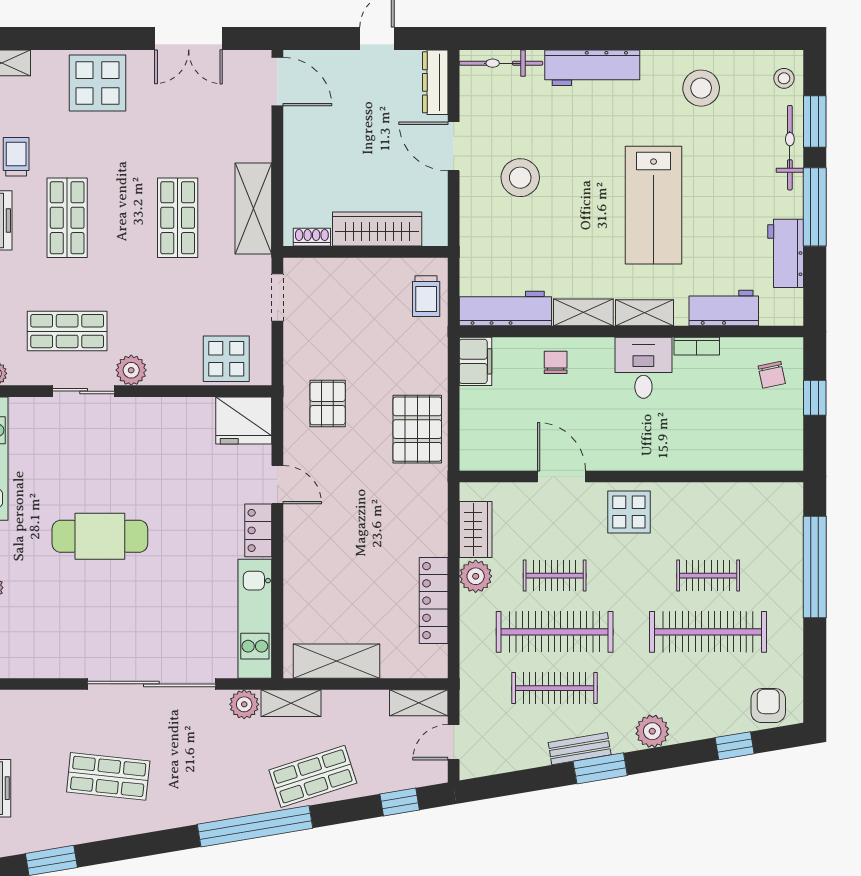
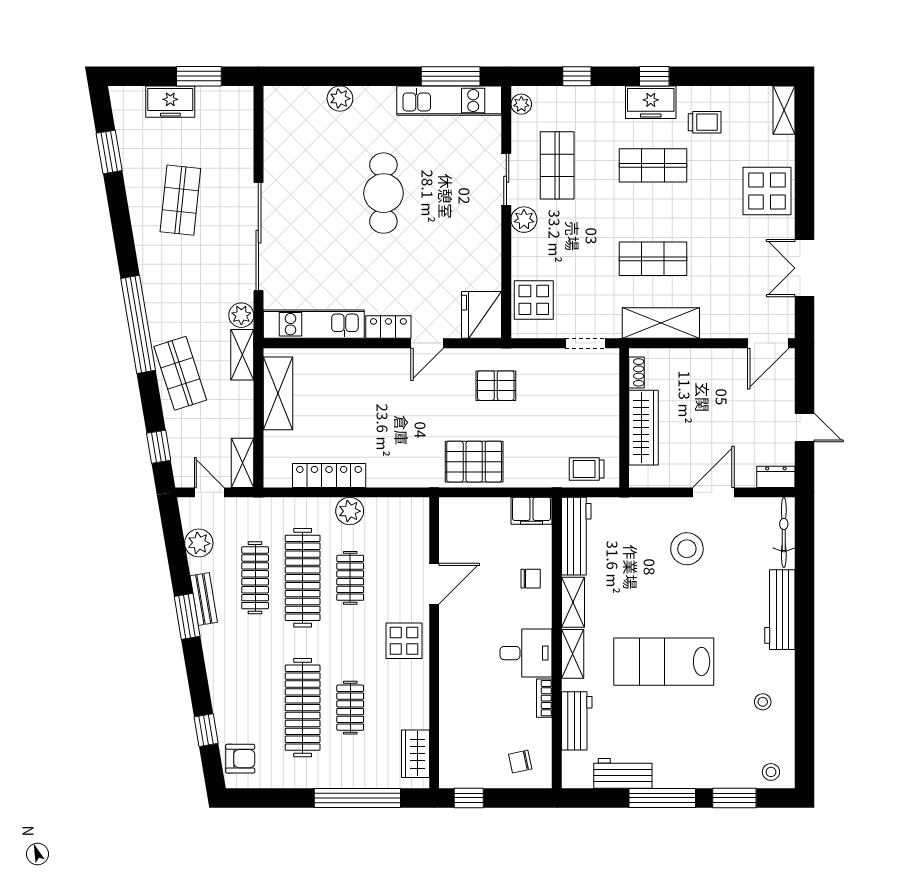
dresser: (435, 82) -> (776, 477), width x0.70
stool: (701, 88) -> (763, 702), width x0.53, depth x0.53
bicycle: (790, 148) -> (712, 777), removed
window: (815, 398) -> (469, 798), moved
wardrobe: (476, 529) -> (415, 754), moved, turned 90
plant: (652, 731) -> (199, 543), moved

